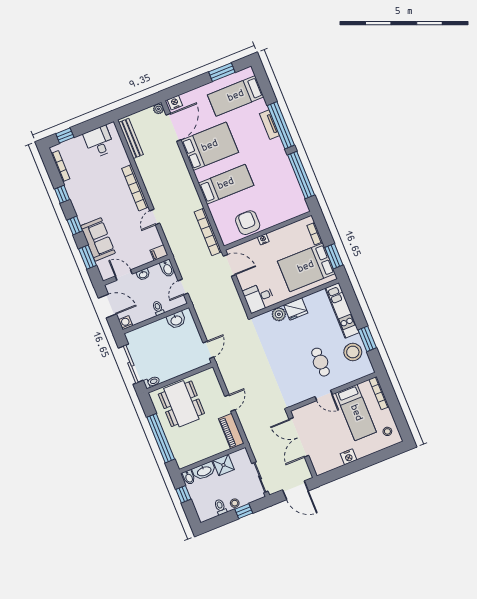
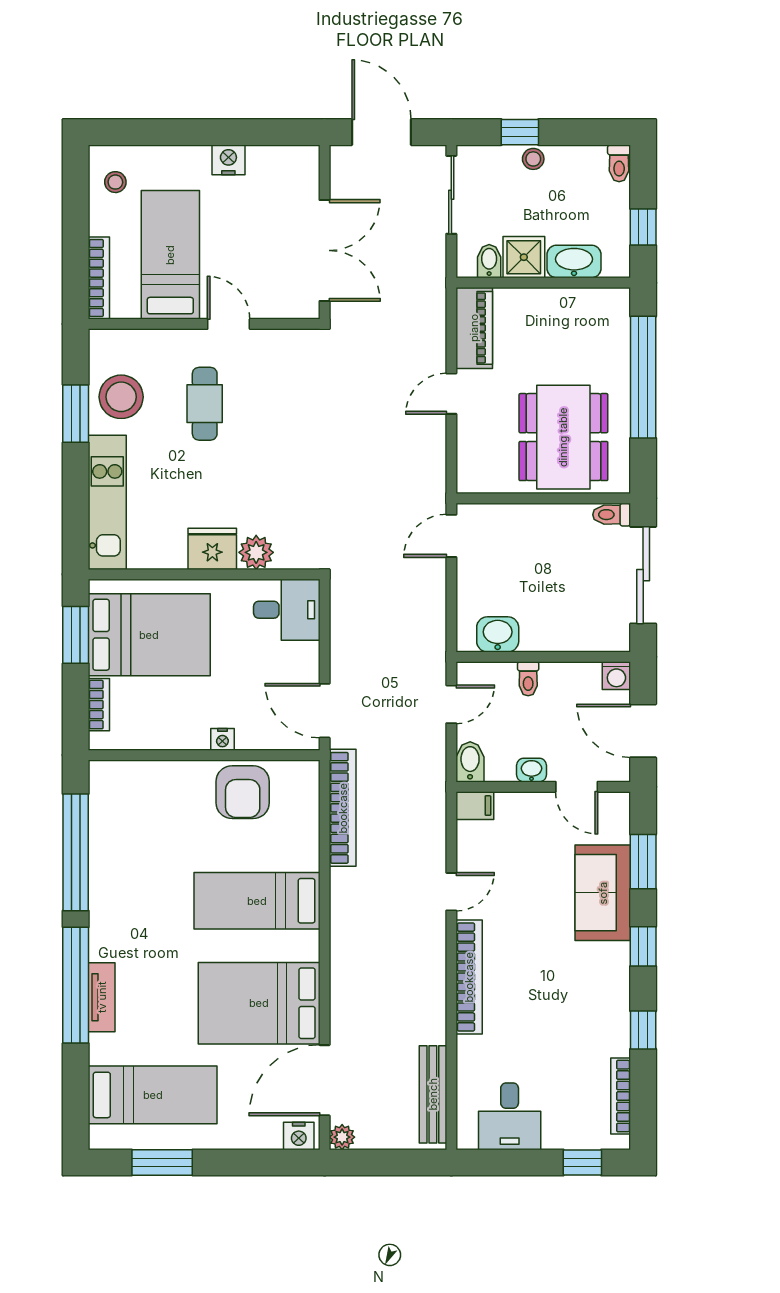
bidet: (189, 477) -> (489, 261), moved
toilet: (220, 507) -> (619, 163), moved

